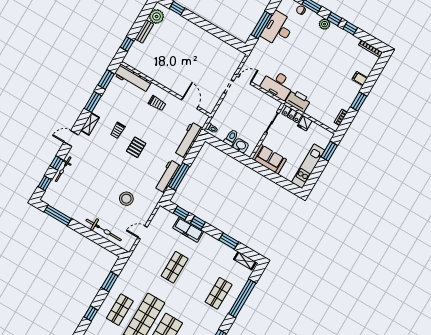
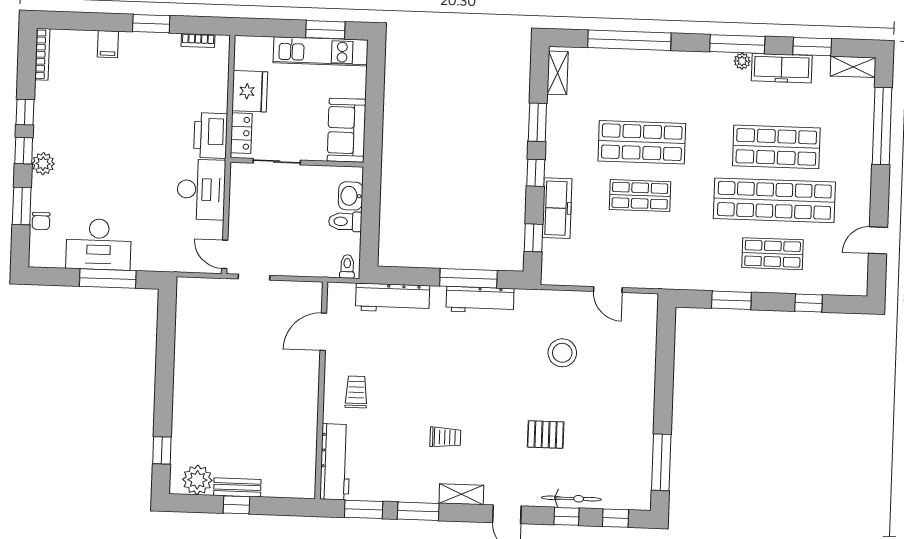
window: (127, 44) -> (236, 505), moved
fridge: (305, 123) -> (250, 91), width x1.88, depth x1.34
pallet: (136, 147) -> (546, 435), moved
window: (329, 151) -> (325, 30), moved
window: (198, 223) -> (536, 173), moved
bicycle: (104, 230) -> (643, 363), removed
shop shelf: (219, 293) -> (642, 142), moved, width x1.43, depth x1.36

